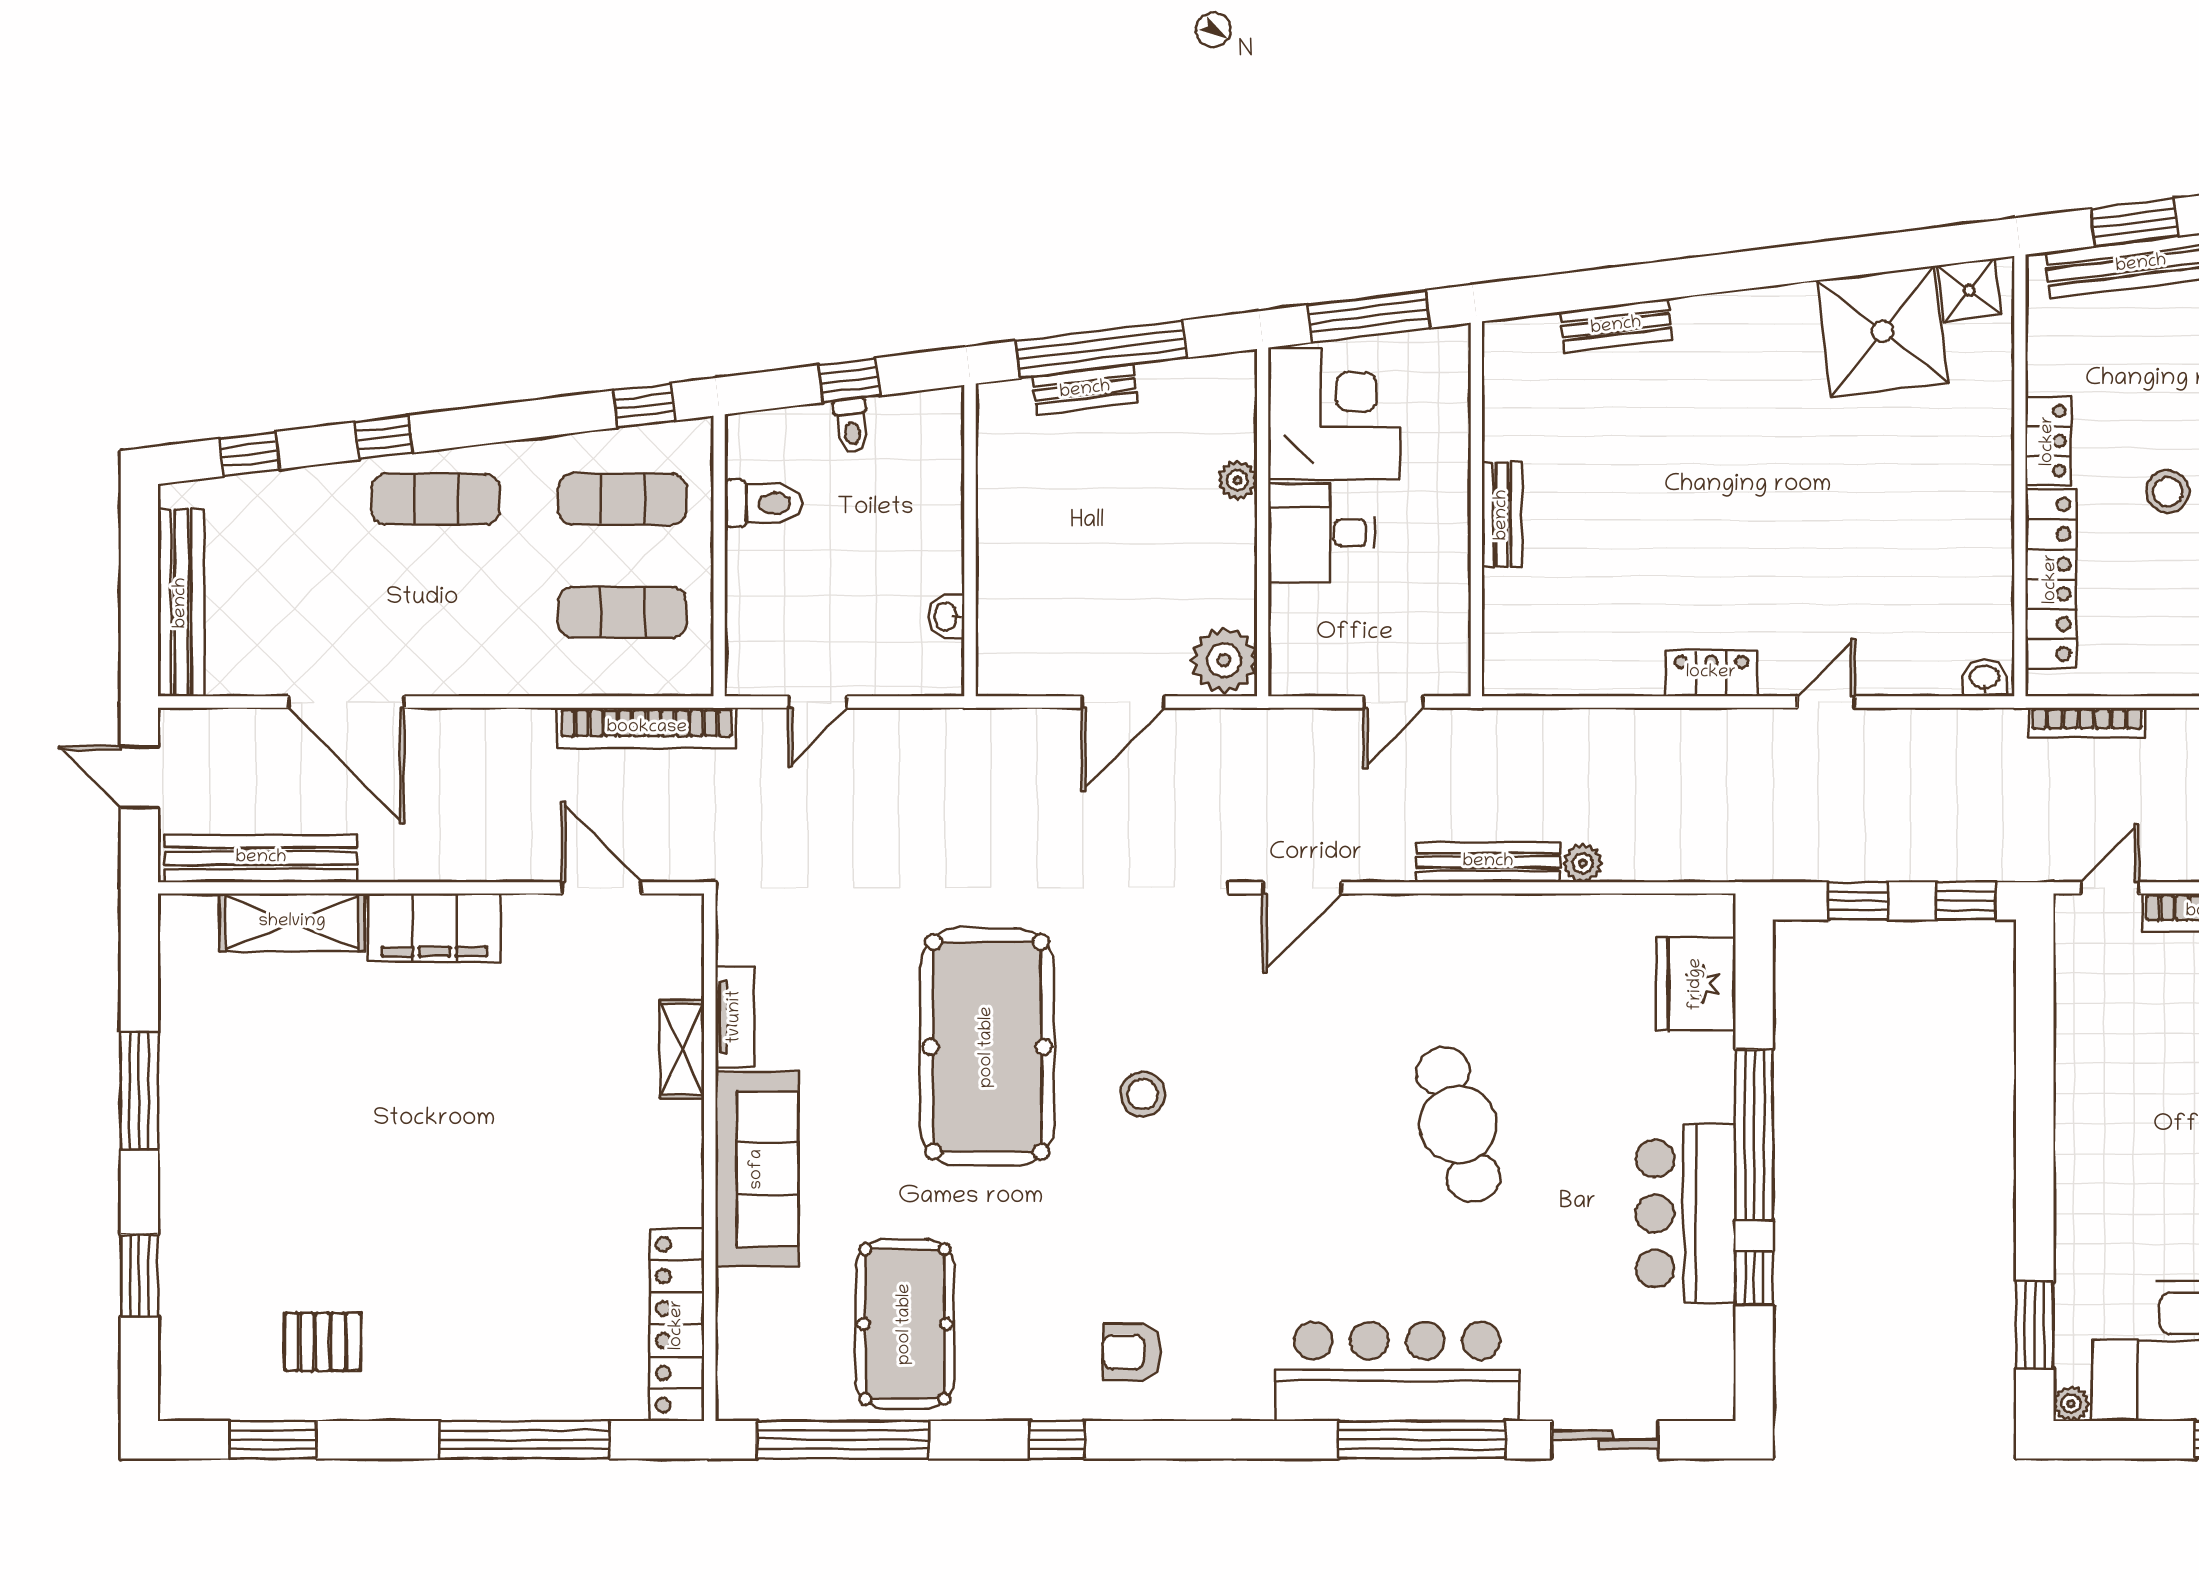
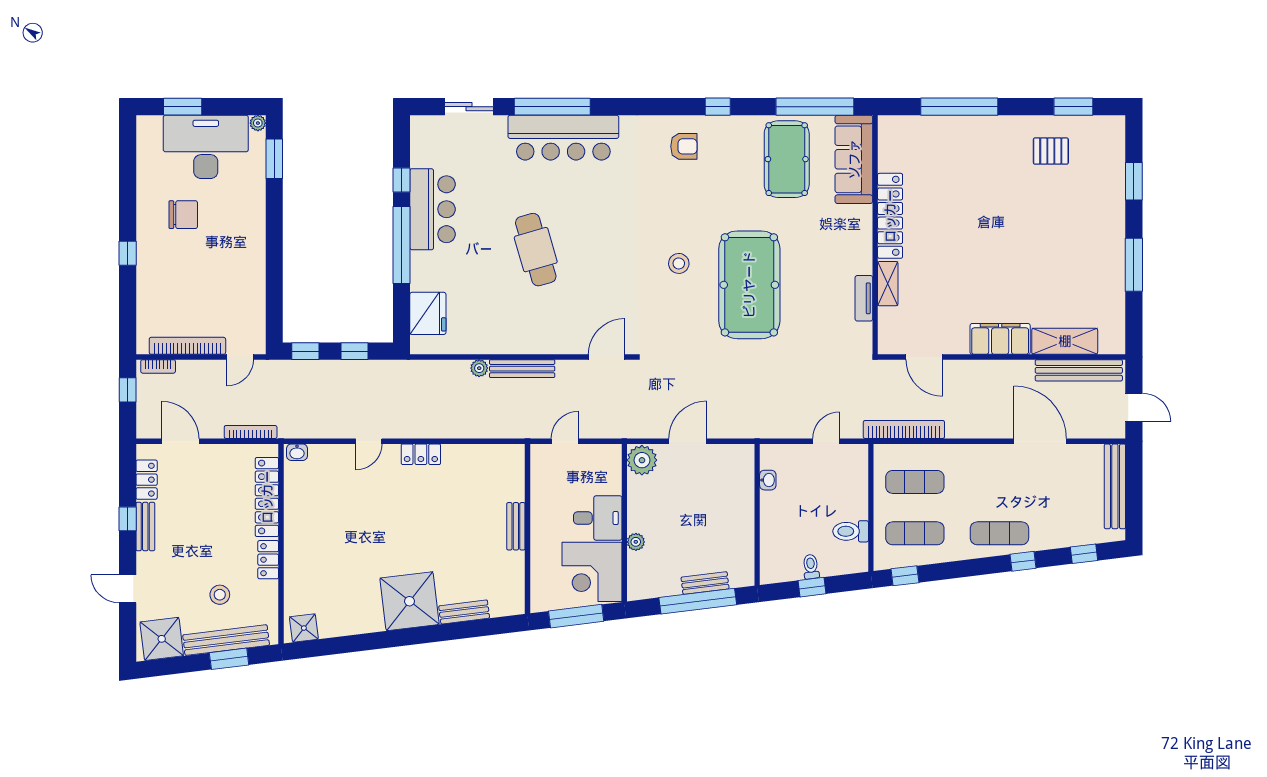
shower: (1883, 331) -> (410, 601), moved
stool: (2168, 492) -> (220, 595), moved
sofa: (757, 1169) -> (854, 159), moved
locker: (677, 1325) -> (890, 216), moved

